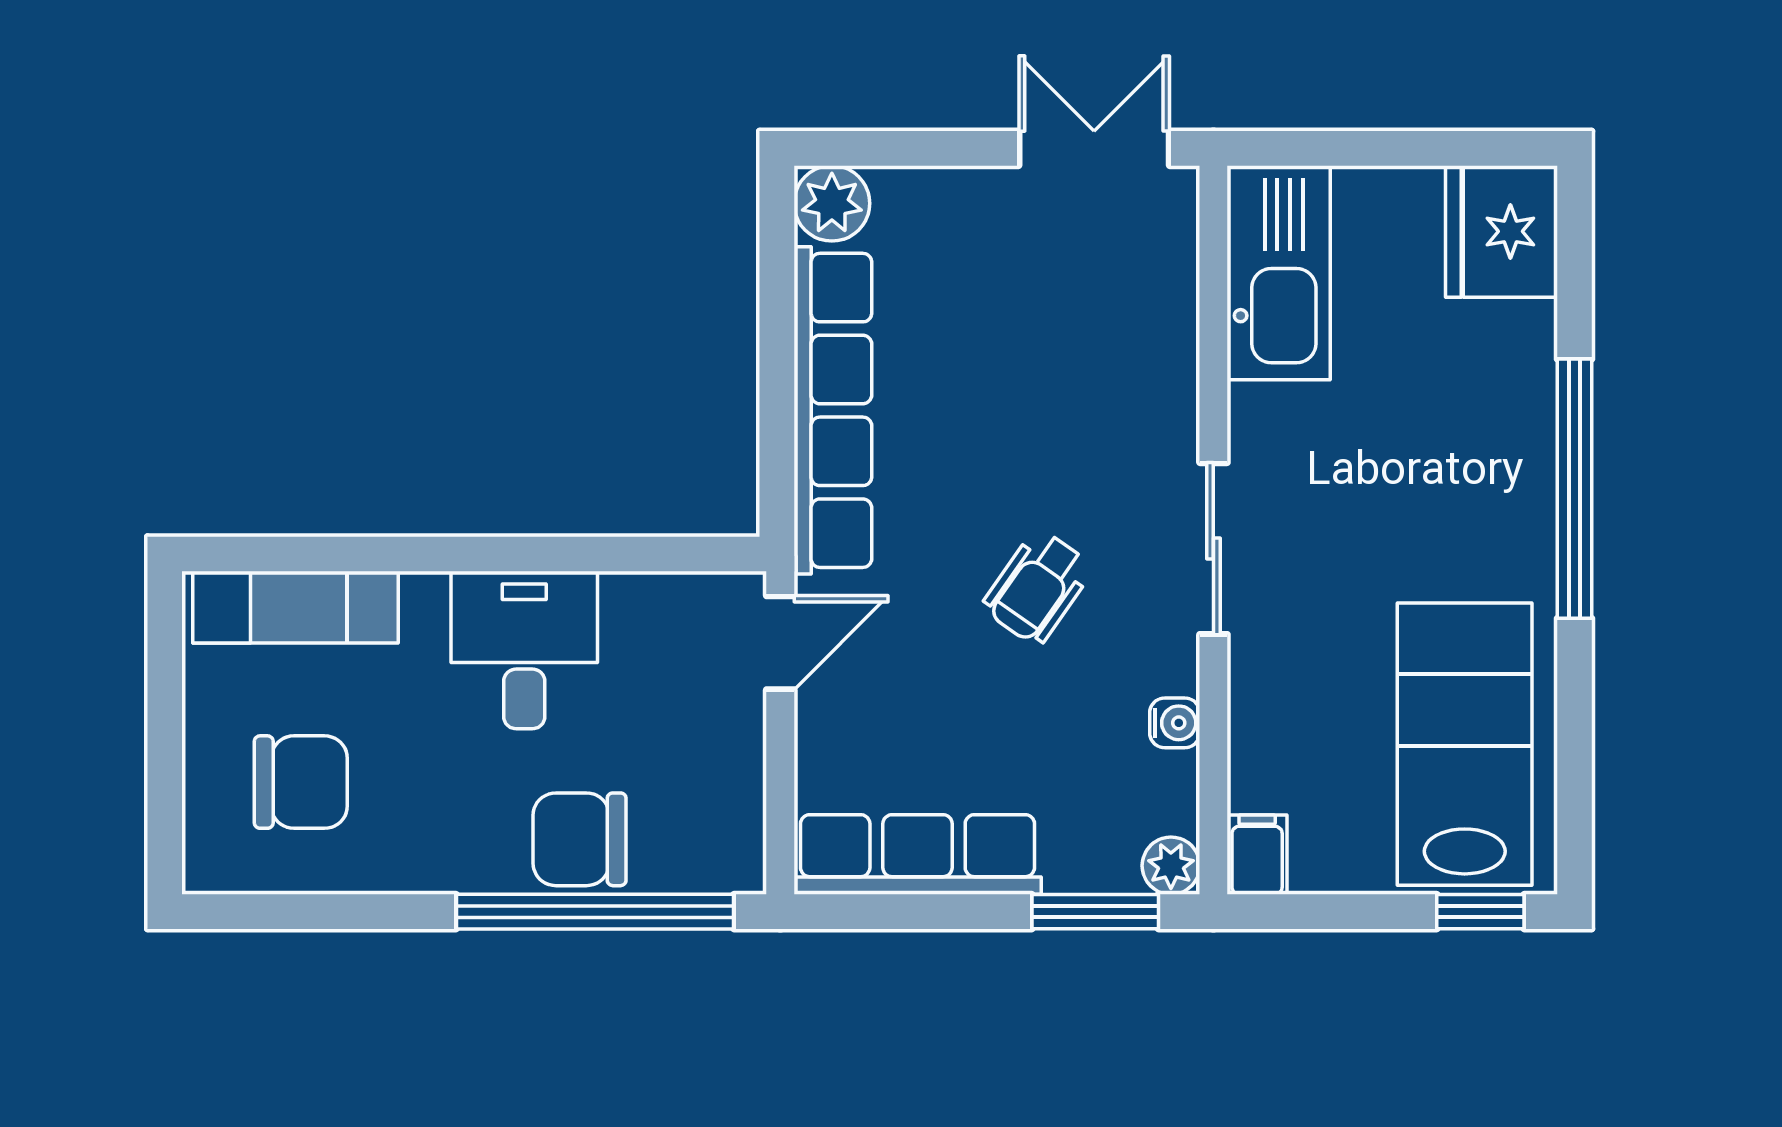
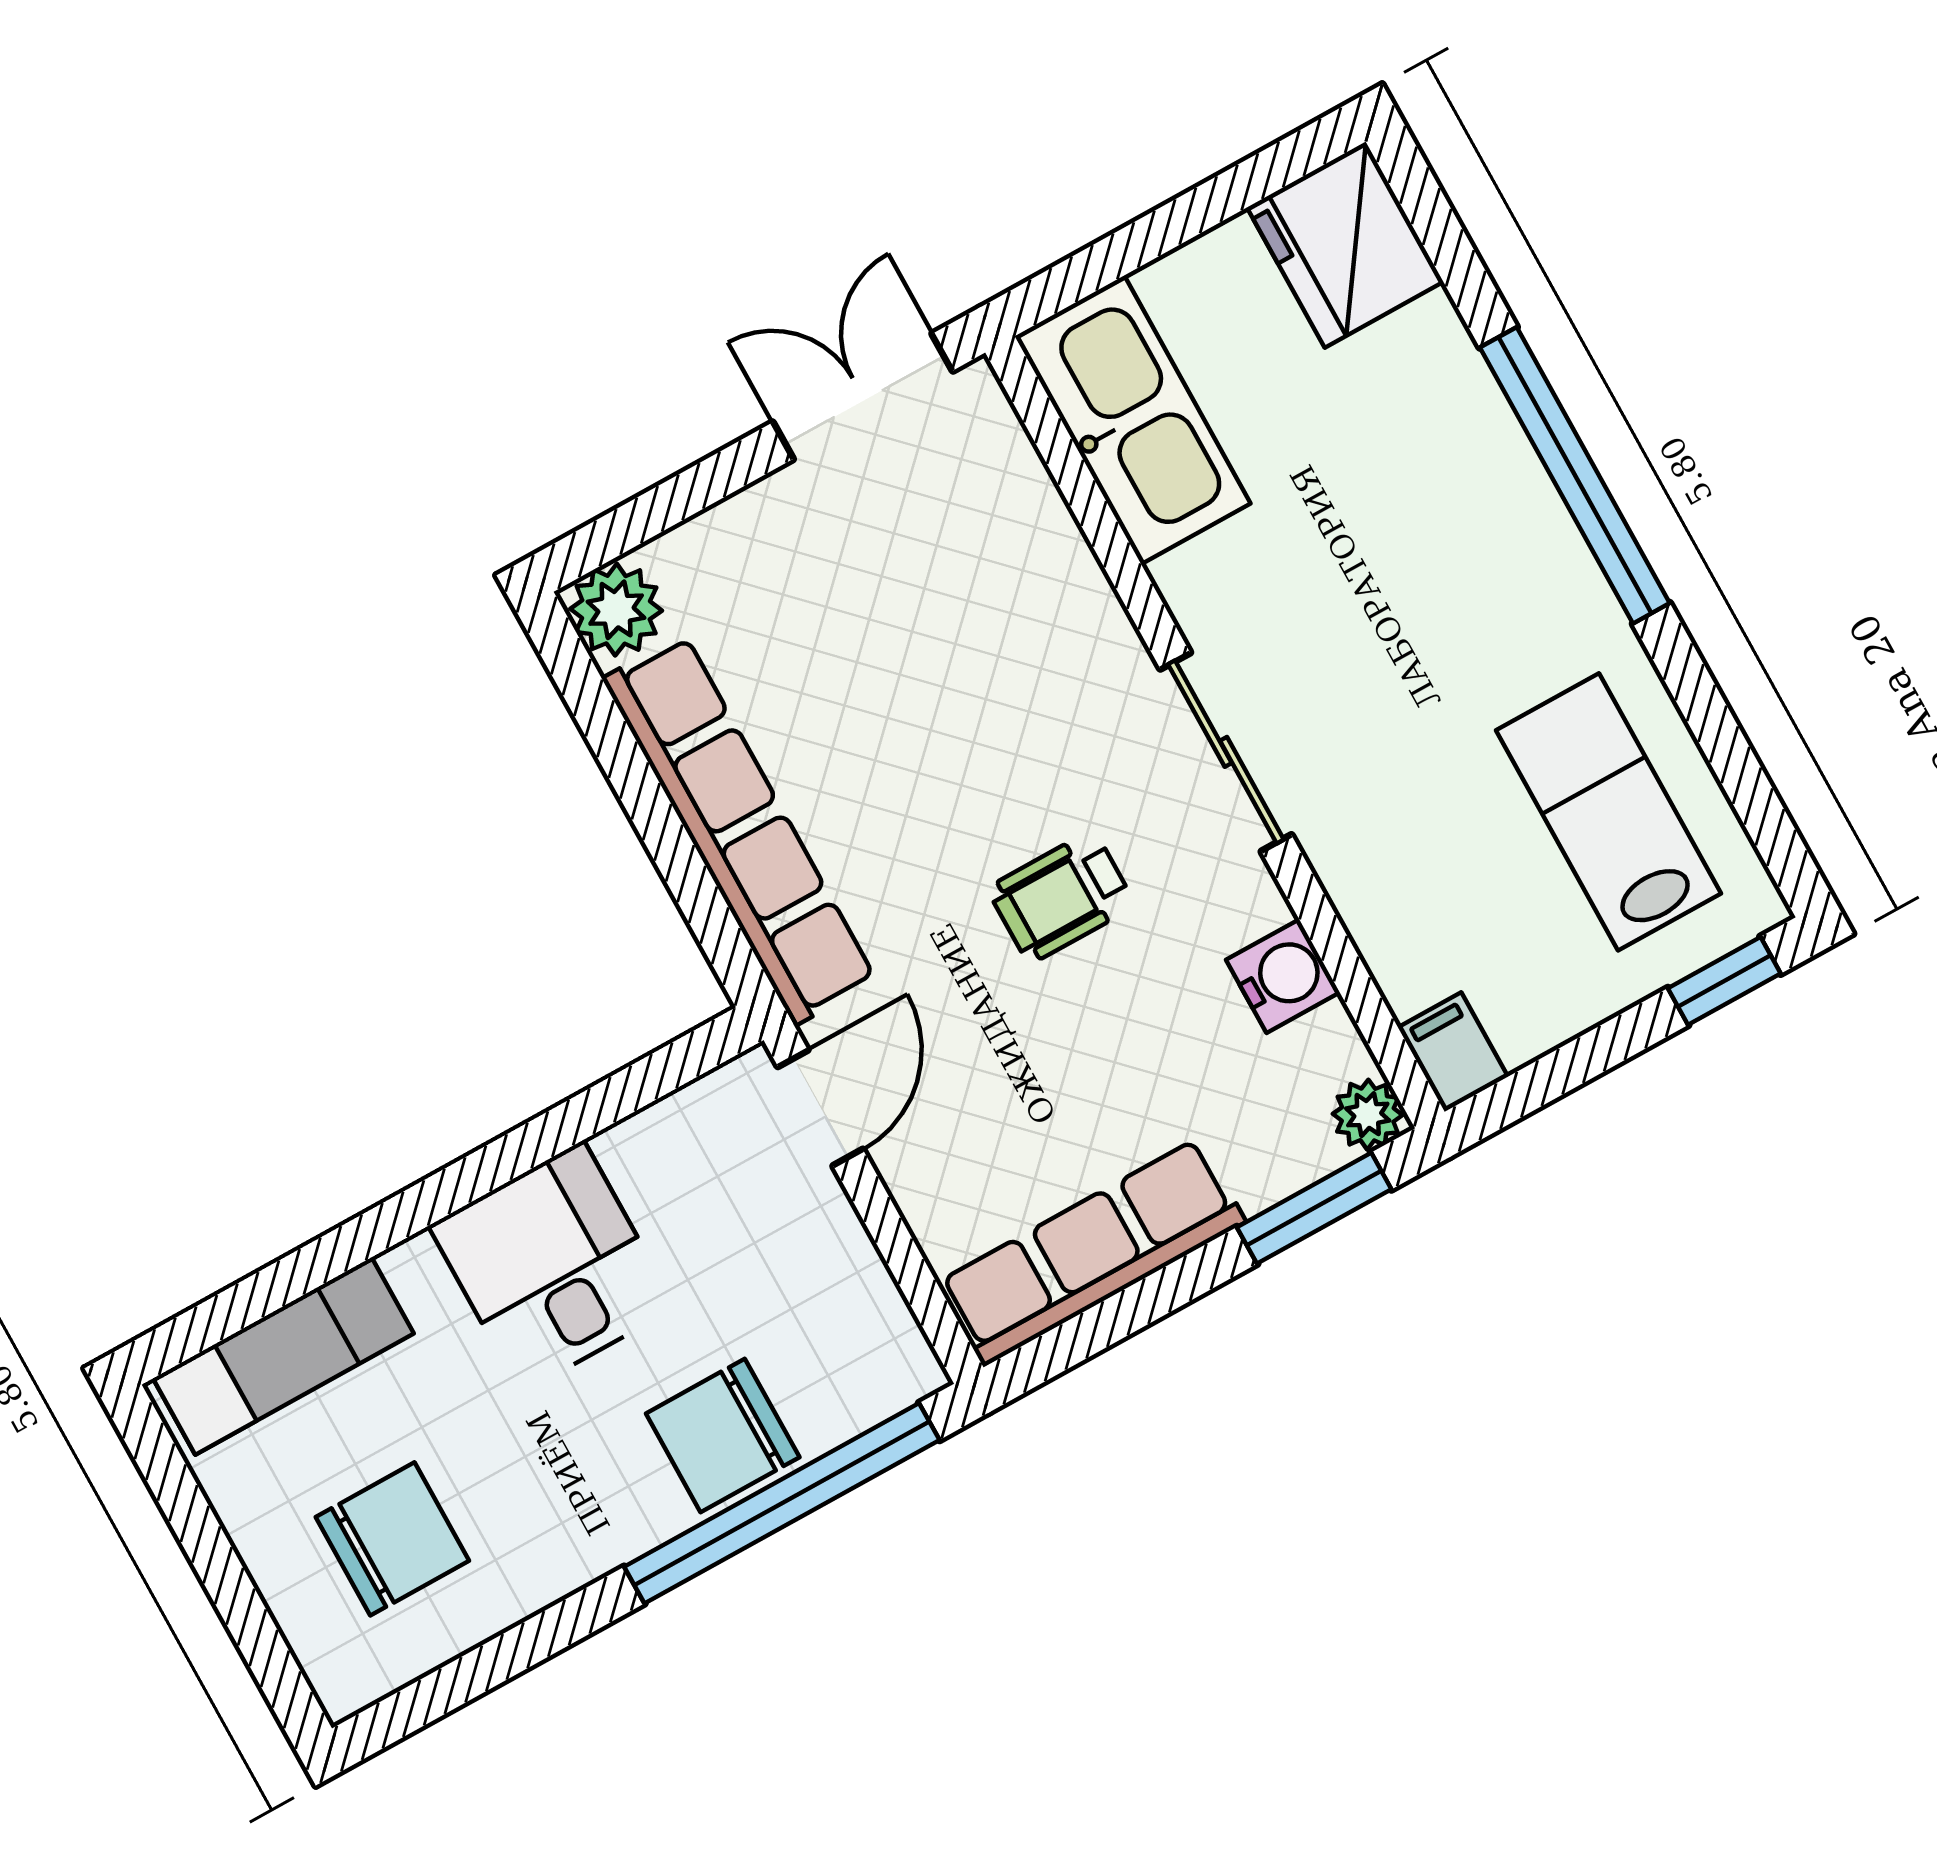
wheelchair: (1037, 587) -> (1061, 897), turned 55
water cooler: (1175, 723) -> (1283, 976), width x1.38, depth x1.38
lab bench: (1465, 744) -> (1609, 812), width x0.73, depth x0.72

